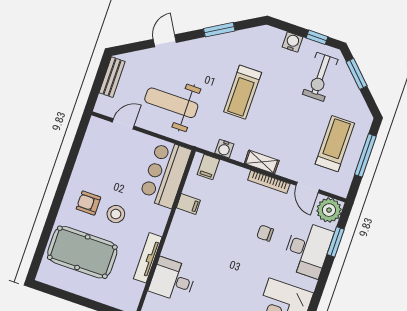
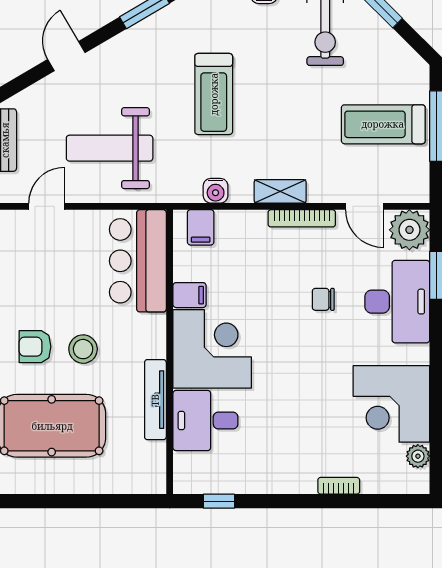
treadmill: (335, 144) -> (383, 124), turned -90
corner desk: (191, 240) -> (212, 349), added

